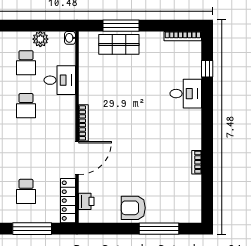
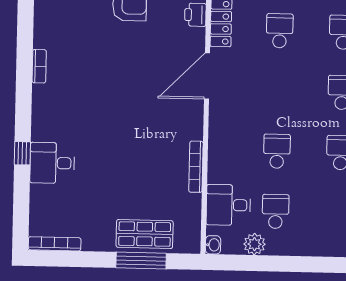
window: (207, 69) -> (22, 153), moved
desk: (60, 80) -> (228, 205), moved
bookcase: (83, 123) -> (196, 167), moved

